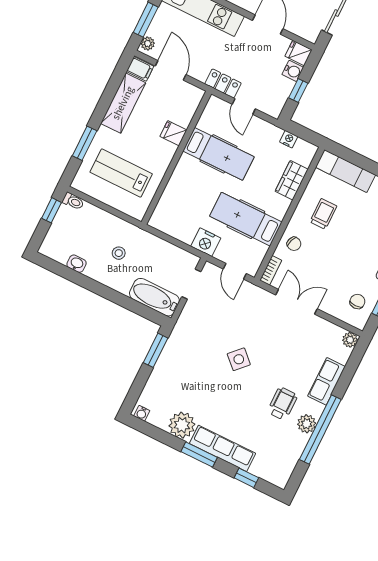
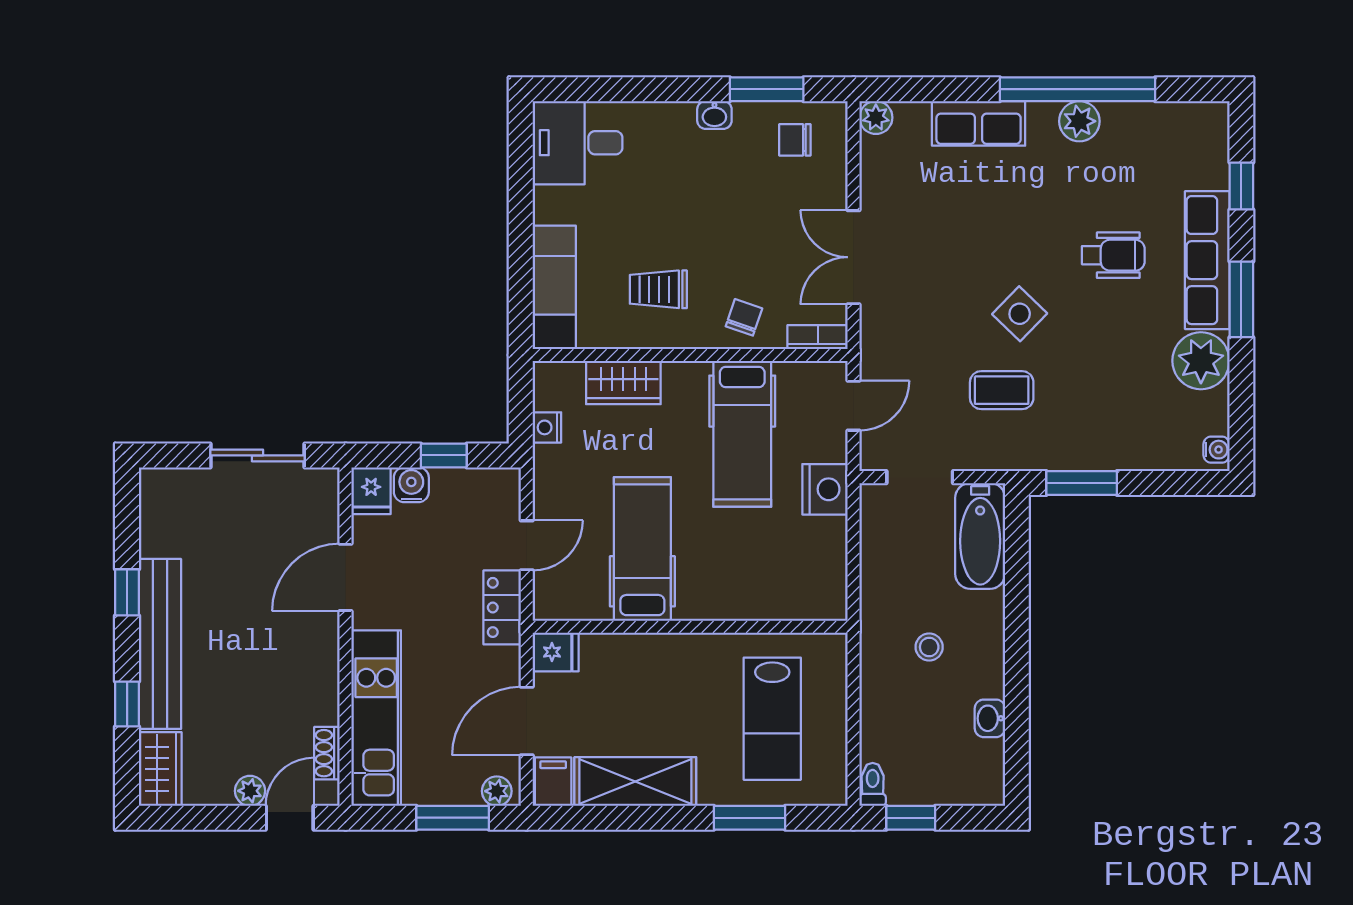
fridge: (173, 133) -> (556, 652), moved, turned -90
coffee table: (211, 336) -> (1002, 390), added
wheelchair: (282, 404) -> (1113, 255), moved, turned 180

